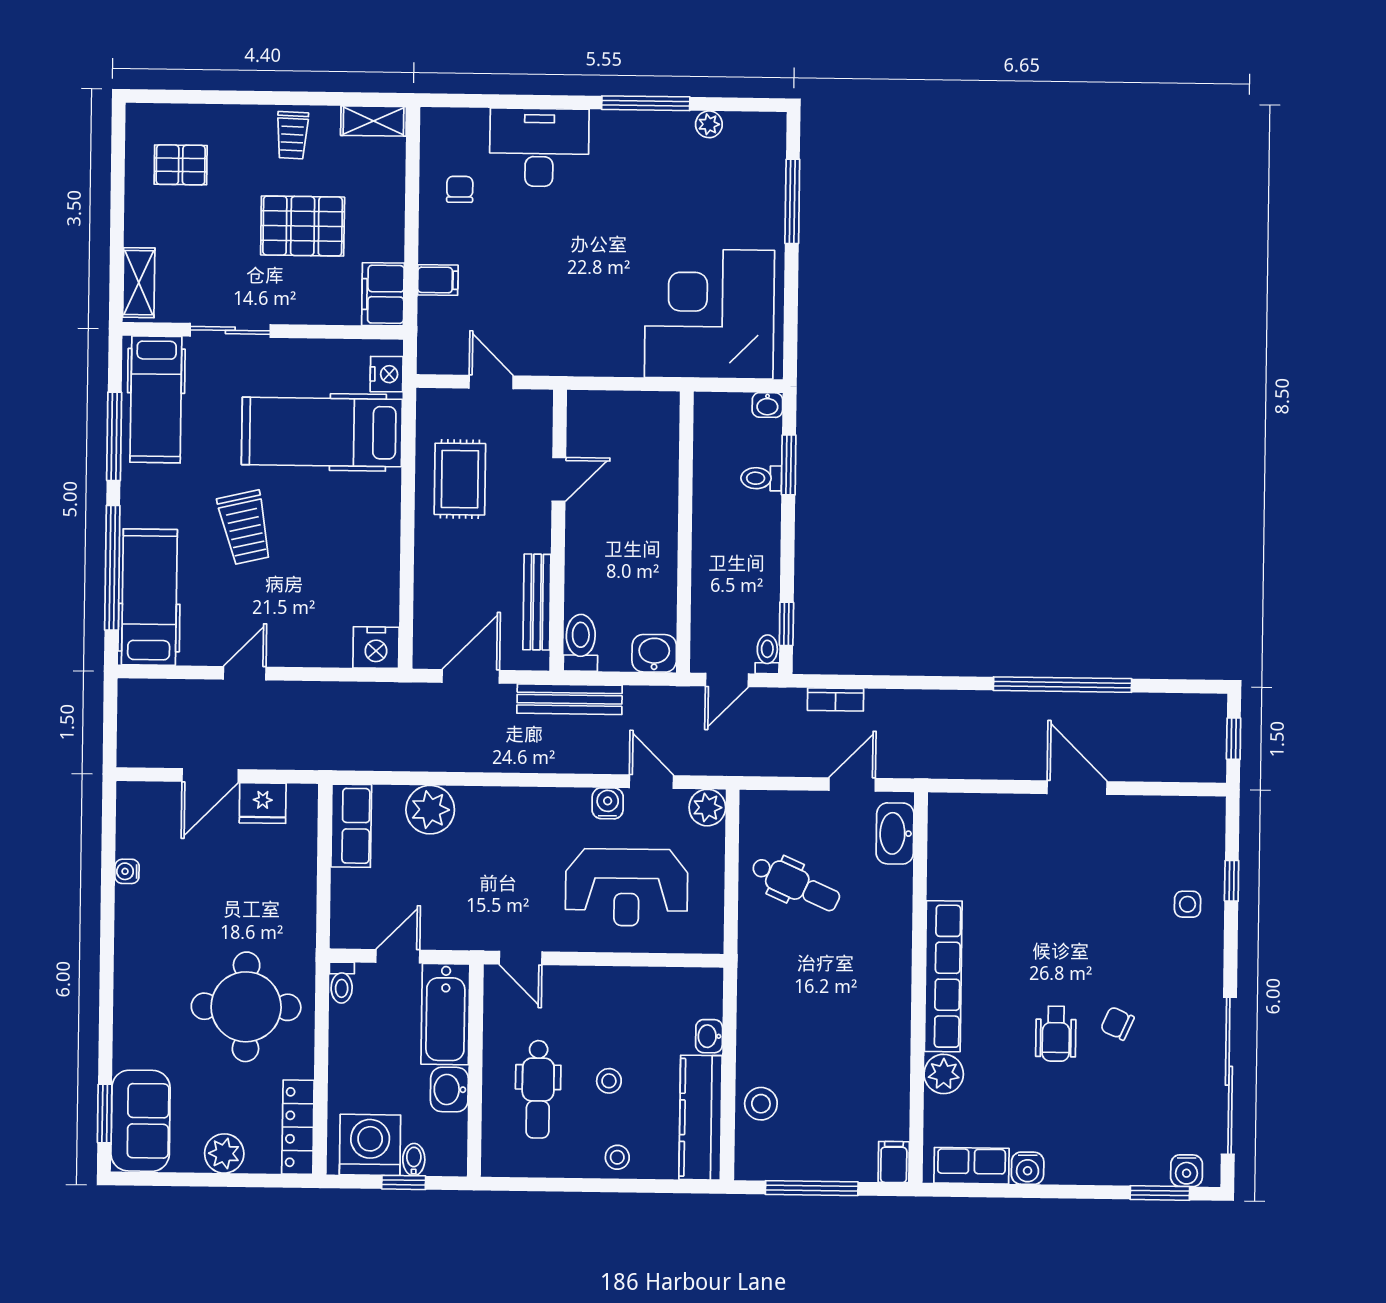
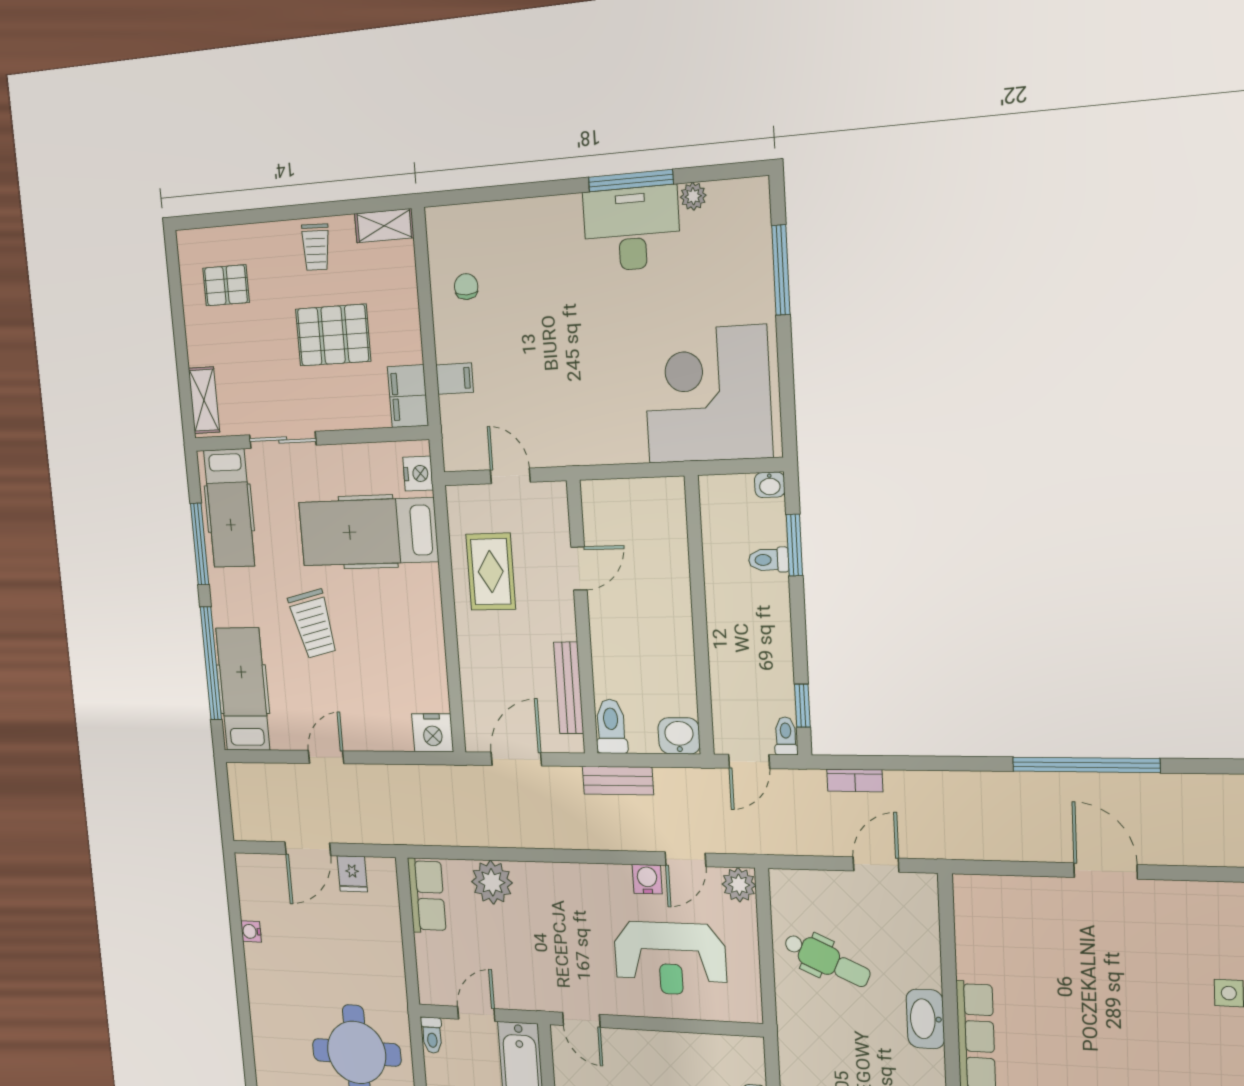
desk: (539, 147) -> (632, 229), moved
bench: (570, 699) -> (618, 781), width x0.73
door: (651, 782) -> (685, 859), swing flipped
fridge: (263, 803) -> (352, 874), width x0.72
washbasin: (895, 833) -> (925, 1019), moved

